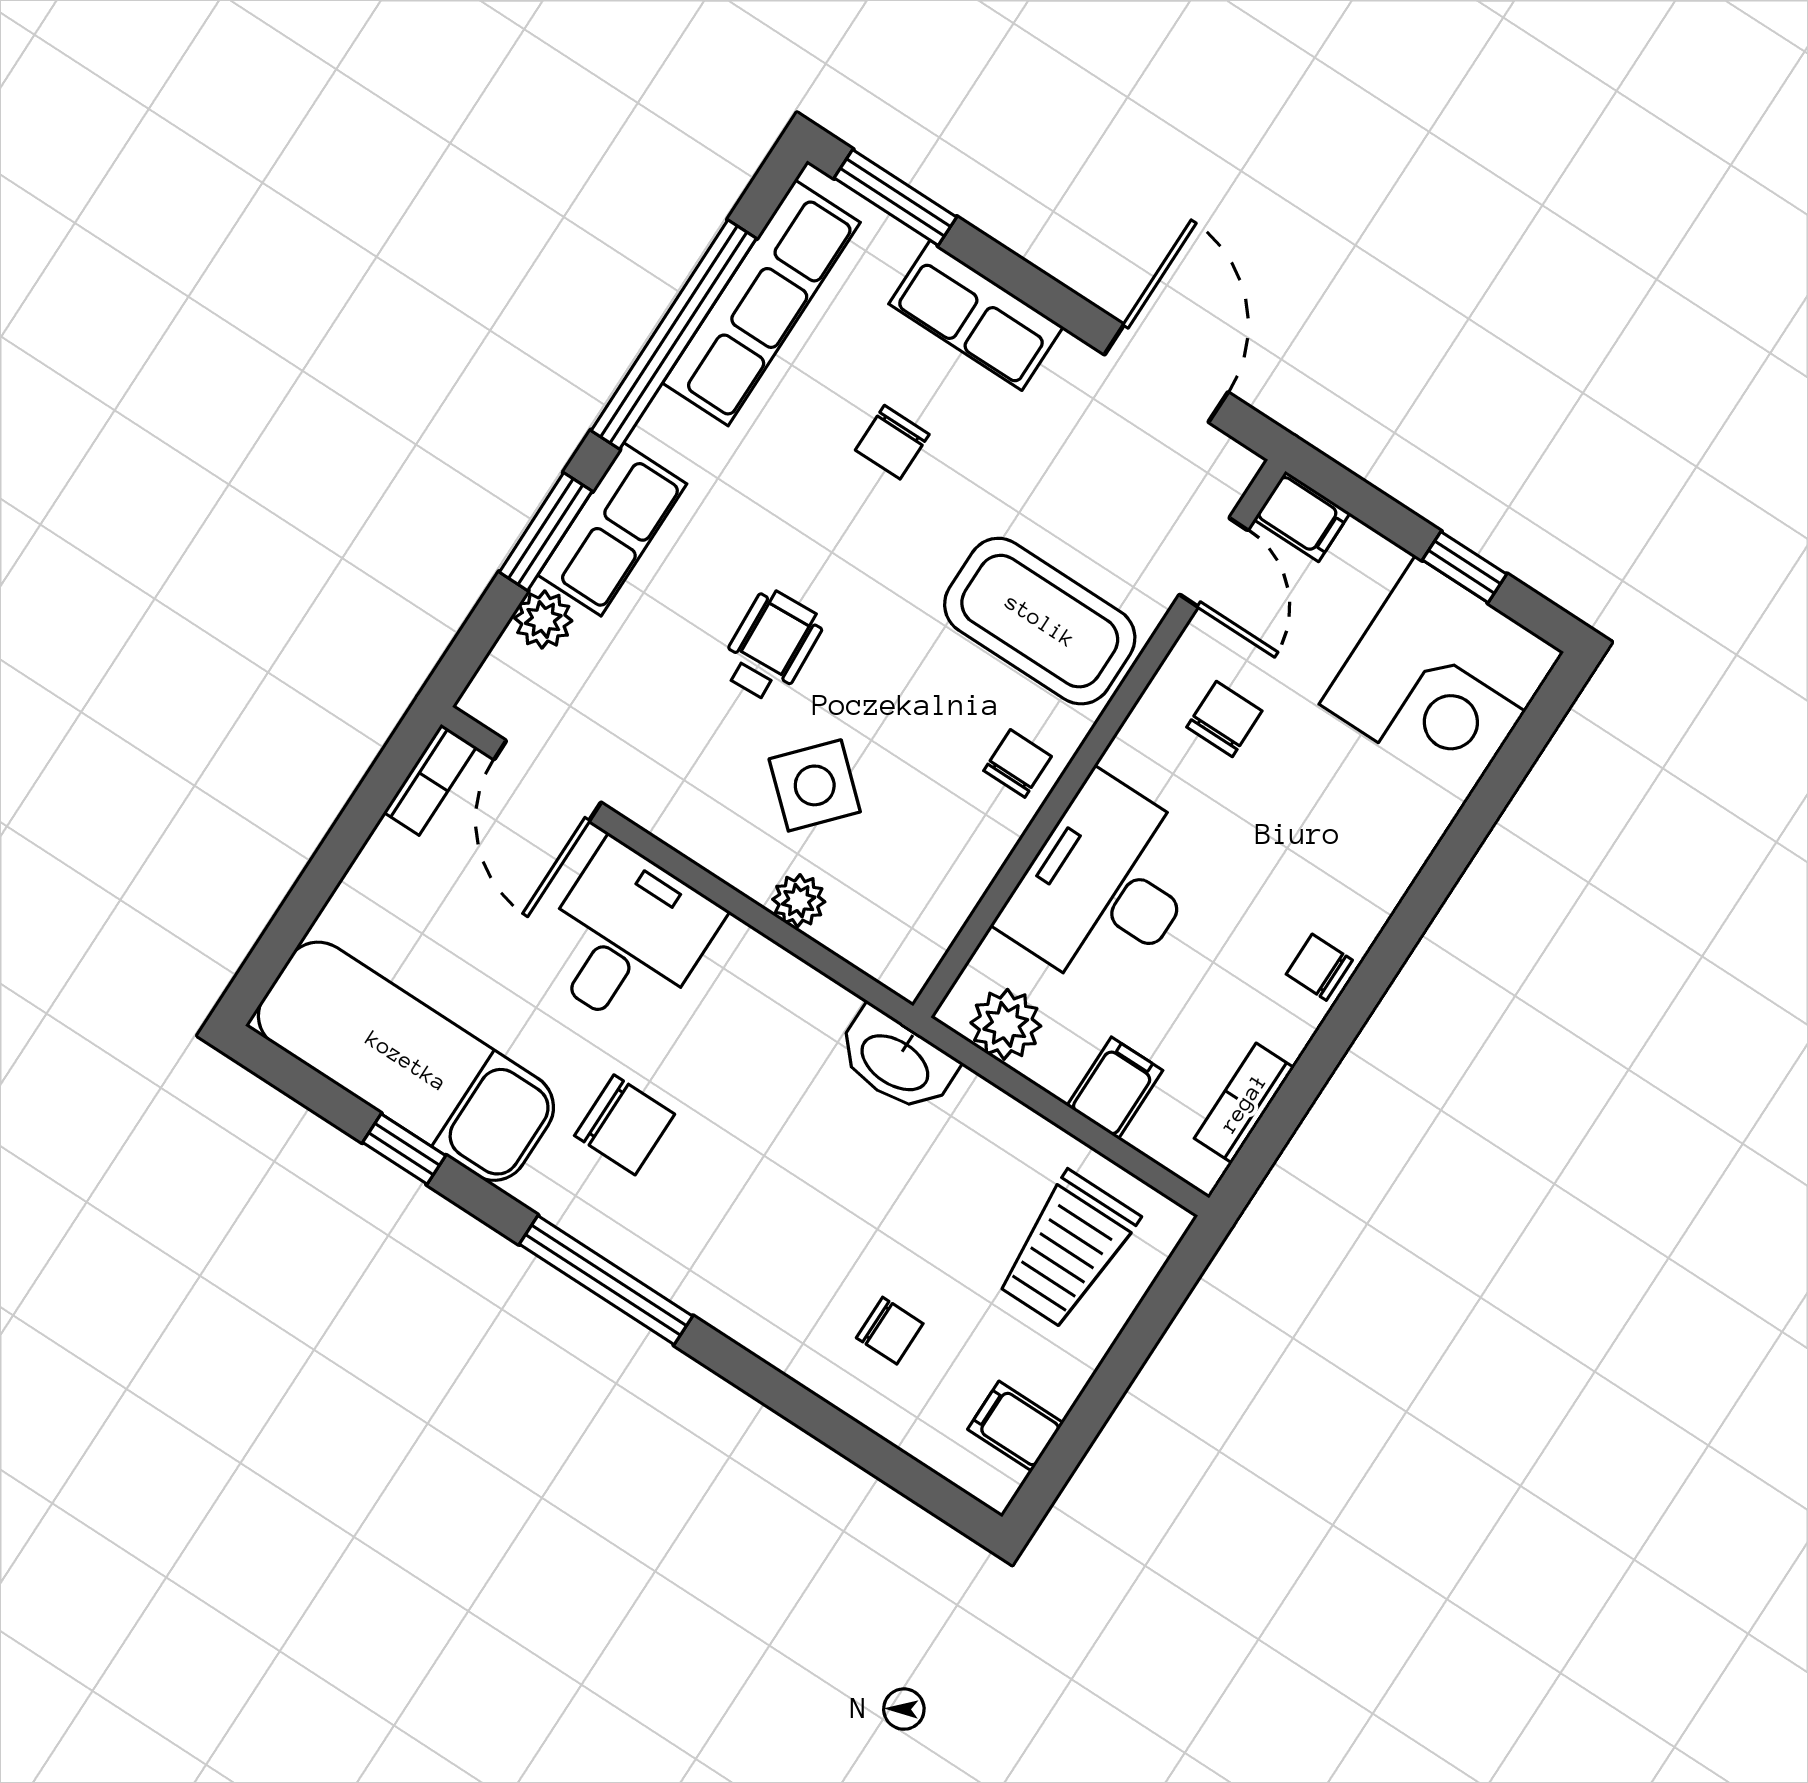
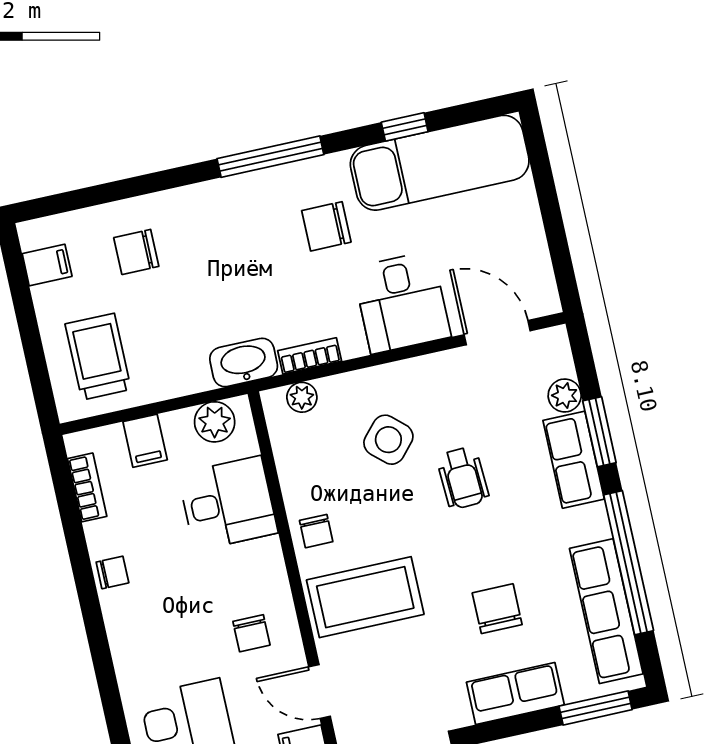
chair: (892, 442) -> (497, 609), width x1.37, depth x1.37
bookcase: (430, 780) -> (310, 356), moved, turned 90
desk: (1105, 886) -> (228, 503), width x0.73
plant: (799, 901) -> (302, 397), moved
chair: (890, 1331) -> (136, 252), width x1.37, depth x1.37

